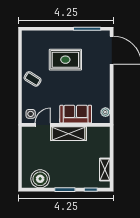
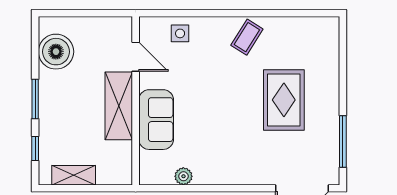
sofa: (76, 114) -> (156, 120), moved
door: (43, 125) -> (136, 57), moved
wall: (66, 125) -> (136, 101), moved
shelving: (69, 134) -> (119, 106), moved

